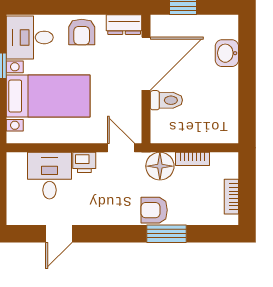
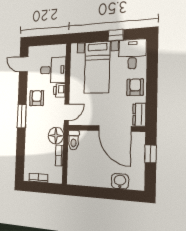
armchair: (82, 32) -> (135, 87), turned 90
toilet: (166, 100) -> (74, 140), moved
armchair: (154, 210) -> (37, 98), moved
door: (59, 234) -> (24, 64), moved
window: (166, 234) -> (22, 116), moved

